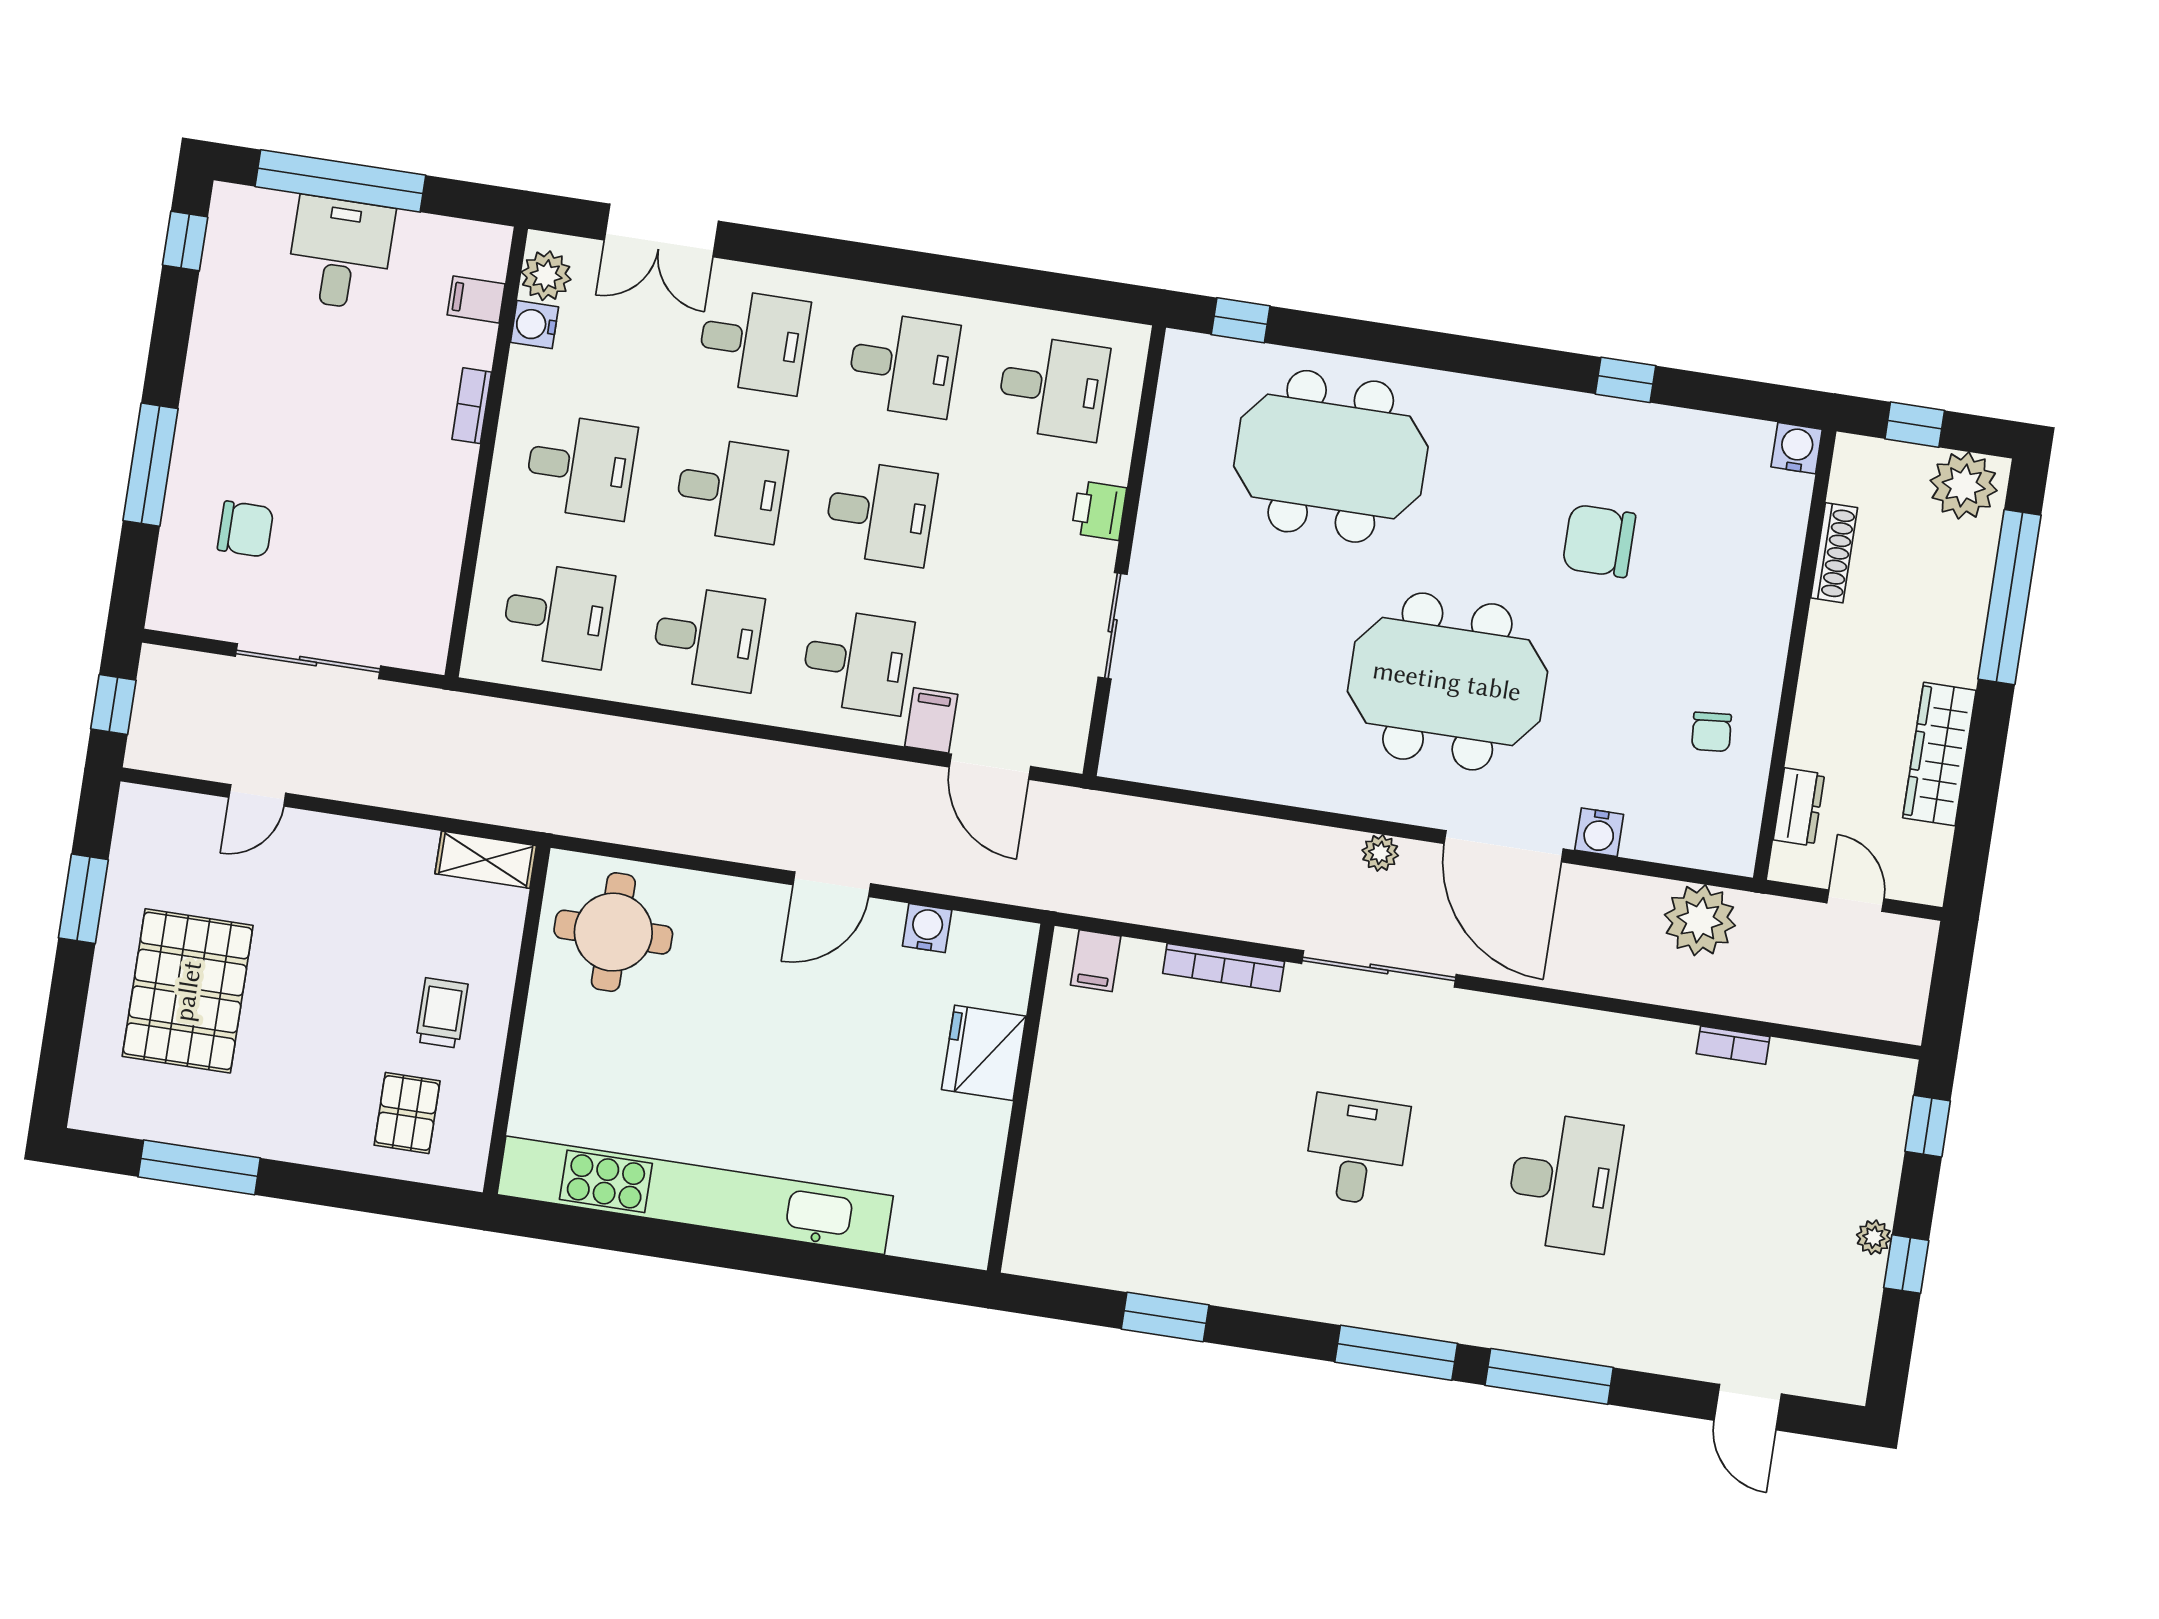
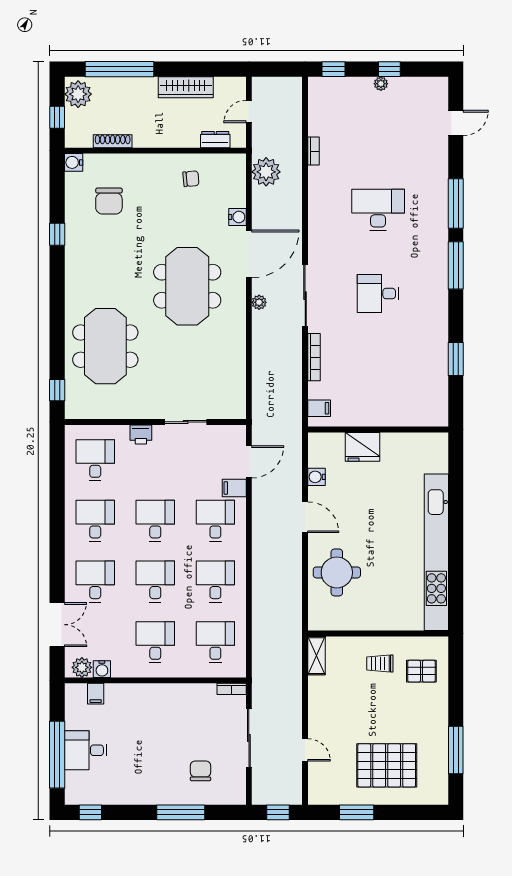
bookcase: (472, 406) -> (232, 689), moved
chair: (1599, 541) -> (109, 201), moved
round table: (613, 932) -> (337, 572), moved

